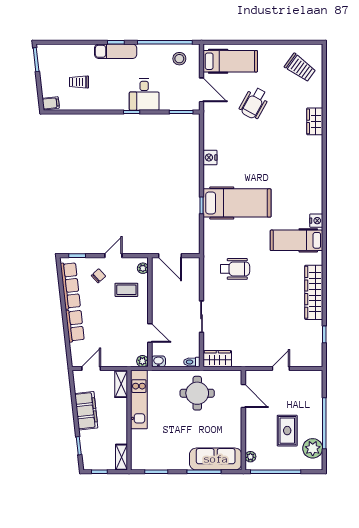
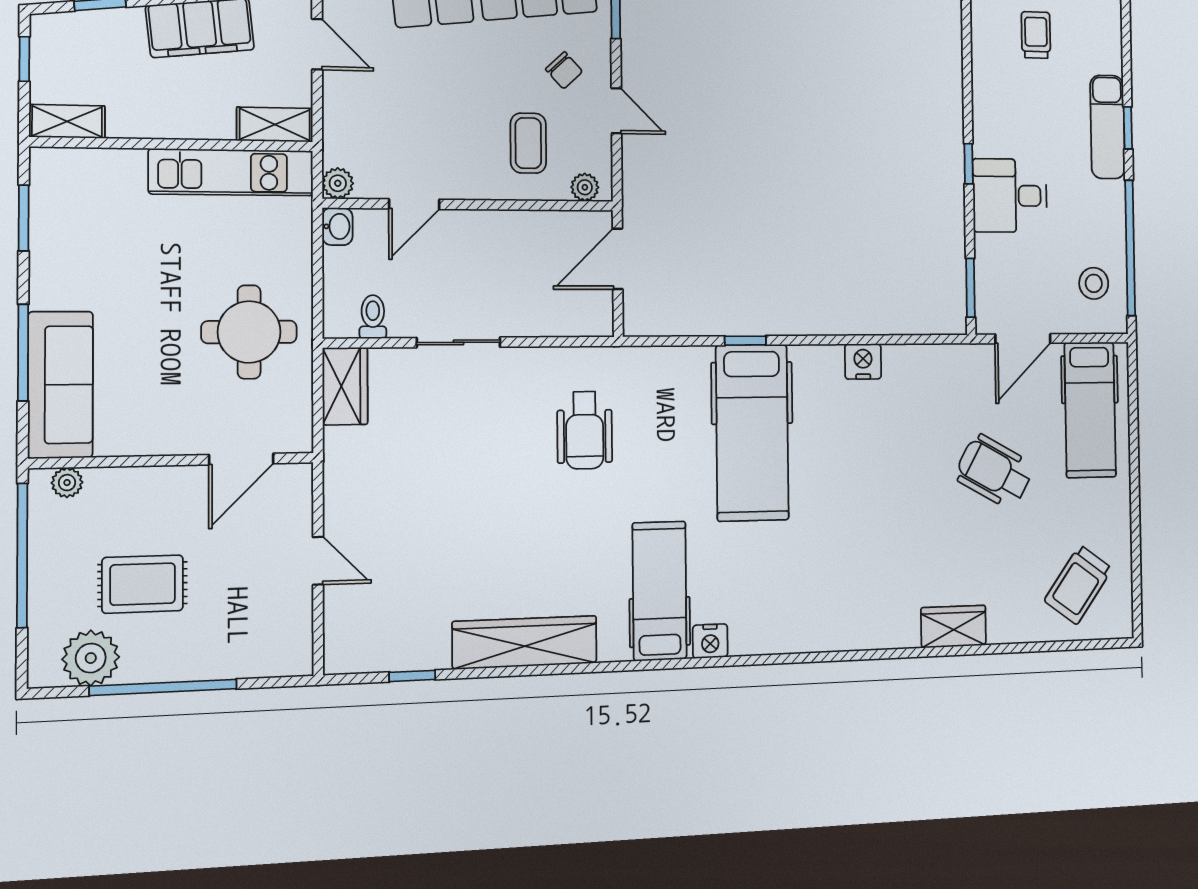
toilet: (192, 362) -> (373, 317), moved

